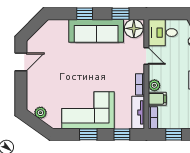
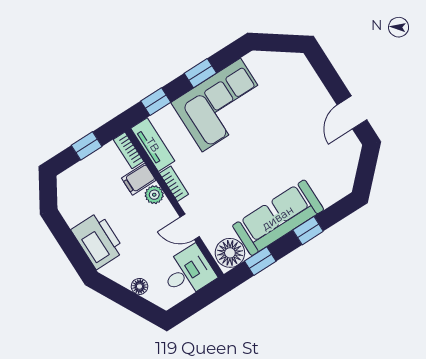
plant: (40, 113) -> (283, 61), removed

